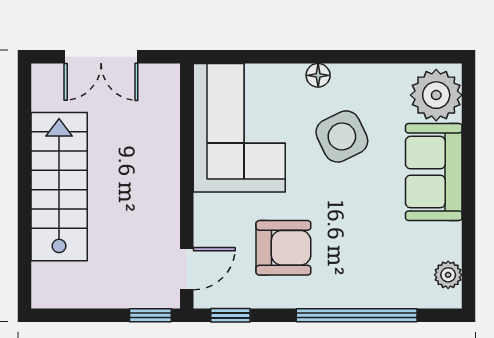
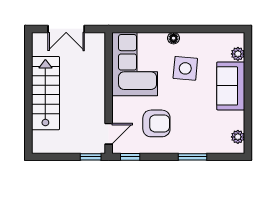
plant: (436, 95) -> (238, 54), width x0.53, depth x0.53
side table: (342, 136) -> (185, 68), turned 31
window: (357, 315) -> (193, 157), width x0.47

